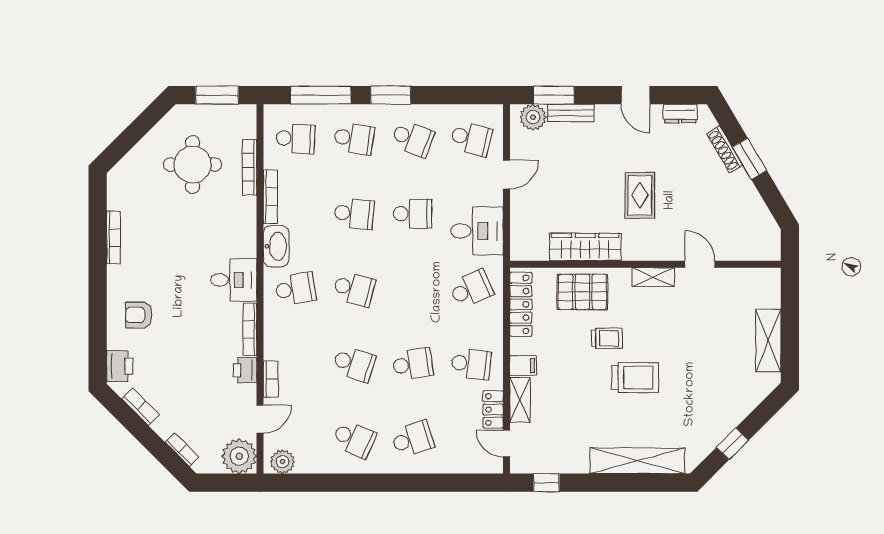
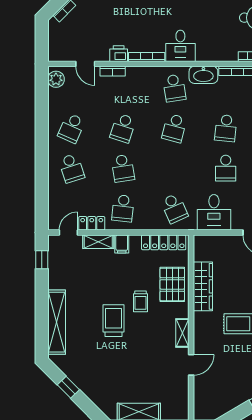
trolley: (635, 378) -> (114, 321), turned 180
plant: (239, 456) -> (60, 50), removed

